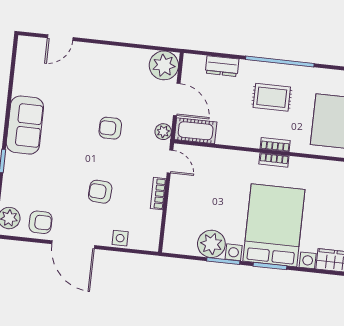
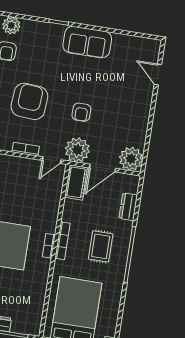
armchair: (110, 128) -> (81, 112), turned 180
plant: (163, 132) -> (77, 150), width x1.88, depth x1.88
bookcase: (275, 145) -> (62, 241), width x1.56
armchair: (100, 192) -> (29, 101), width x1.88, depth x1.88

